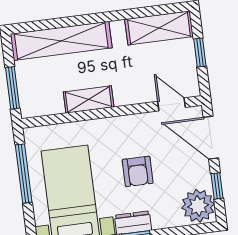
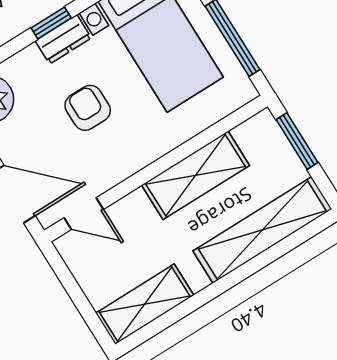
window: (200, 52) -> (78, 297), removed
shelving: (89, 100) -> (196, 175), width x1.50, depth x1.33

